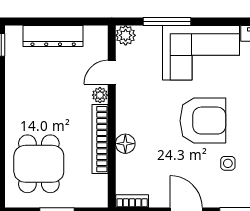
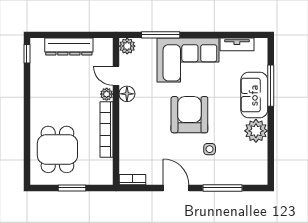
door: (112, 72) -> (116, 76), hinge flipped
armchair: (203, 121) -> (189, 115), turned -90
floor lamp: (125, 144) -> (127, 94), moved

